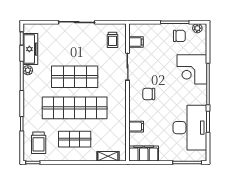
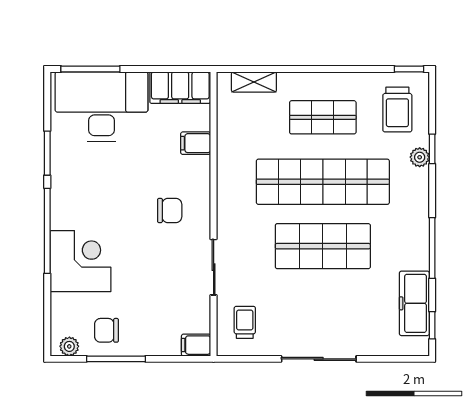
filing cabinet: (136, 42) -> (196, 345), moved
plant: (28, 70) -> (420, 157), moved
desk: (190, 128) -> (102, 107), moved, turned 90
trolley: (39, 143) -> (397, 110), turned 180

